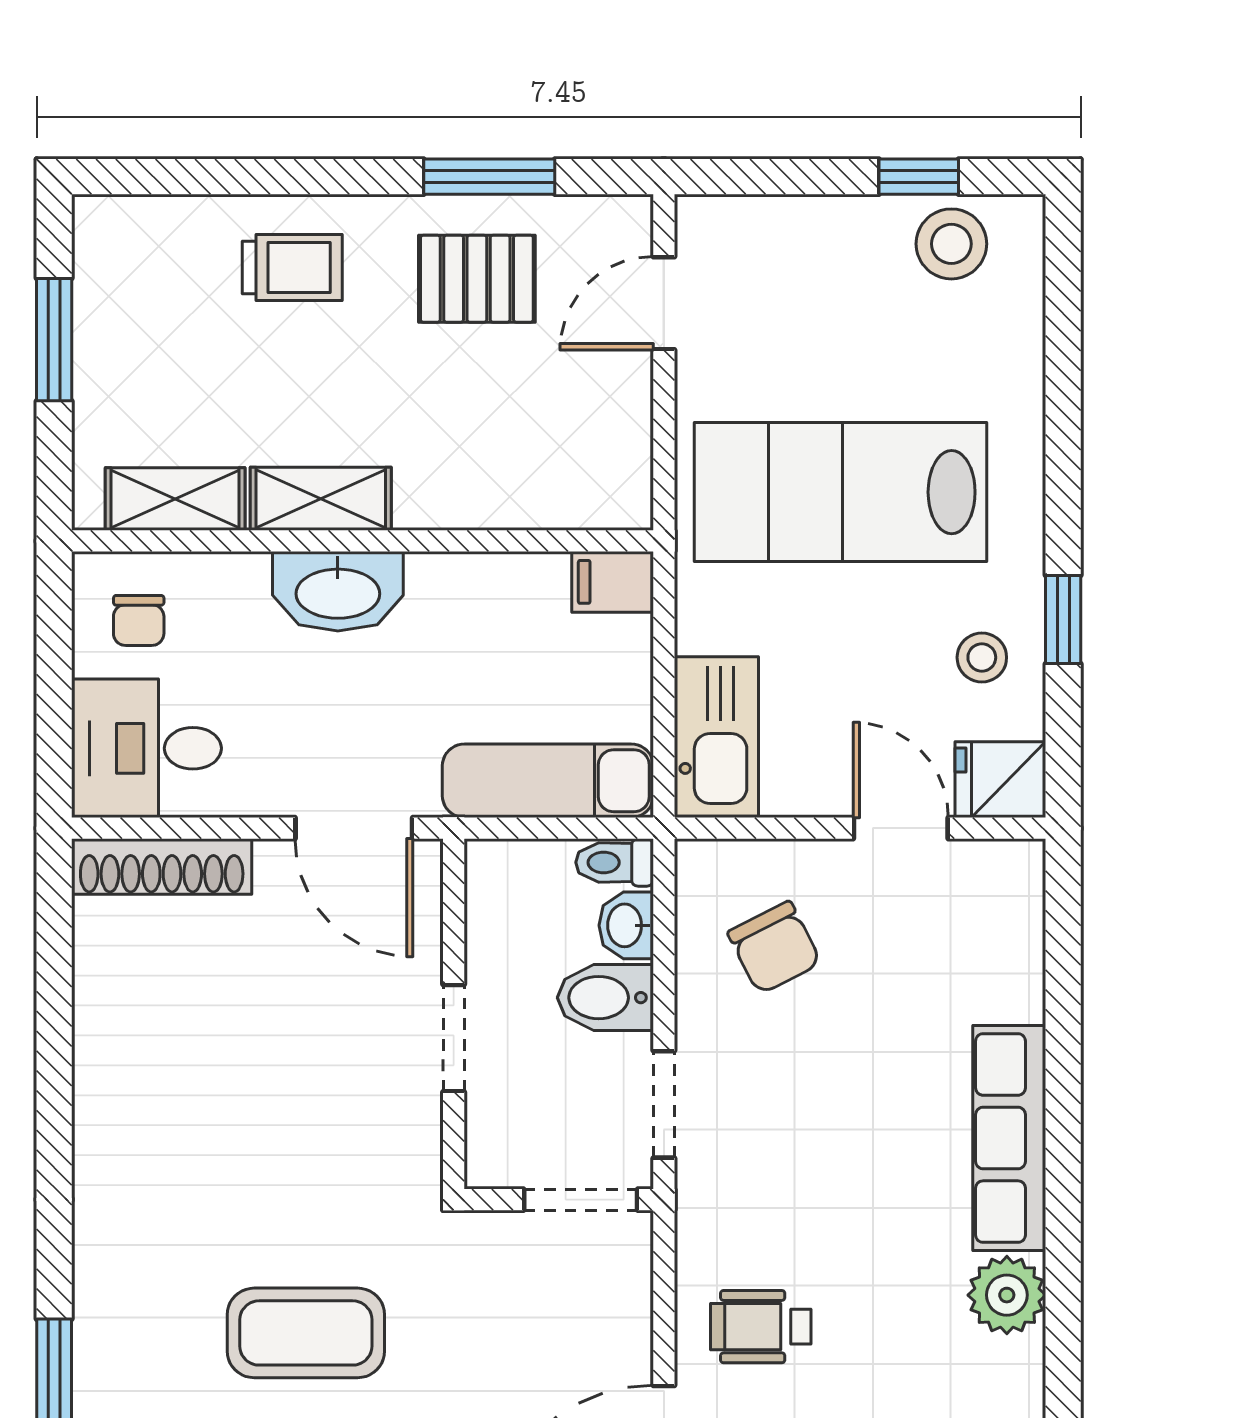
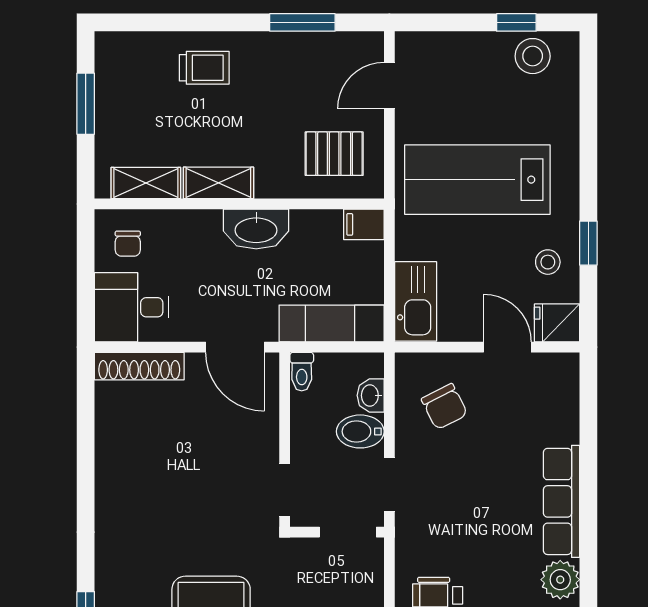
pallet: (477, 279) -> (334, 154), moved
washbasin: (338, 591) -> (256, 229), moved
toilet: (615, 862) -> (302, 372), moved, turned -90
doorway: (454, 1038) -> (285, 490), moved

